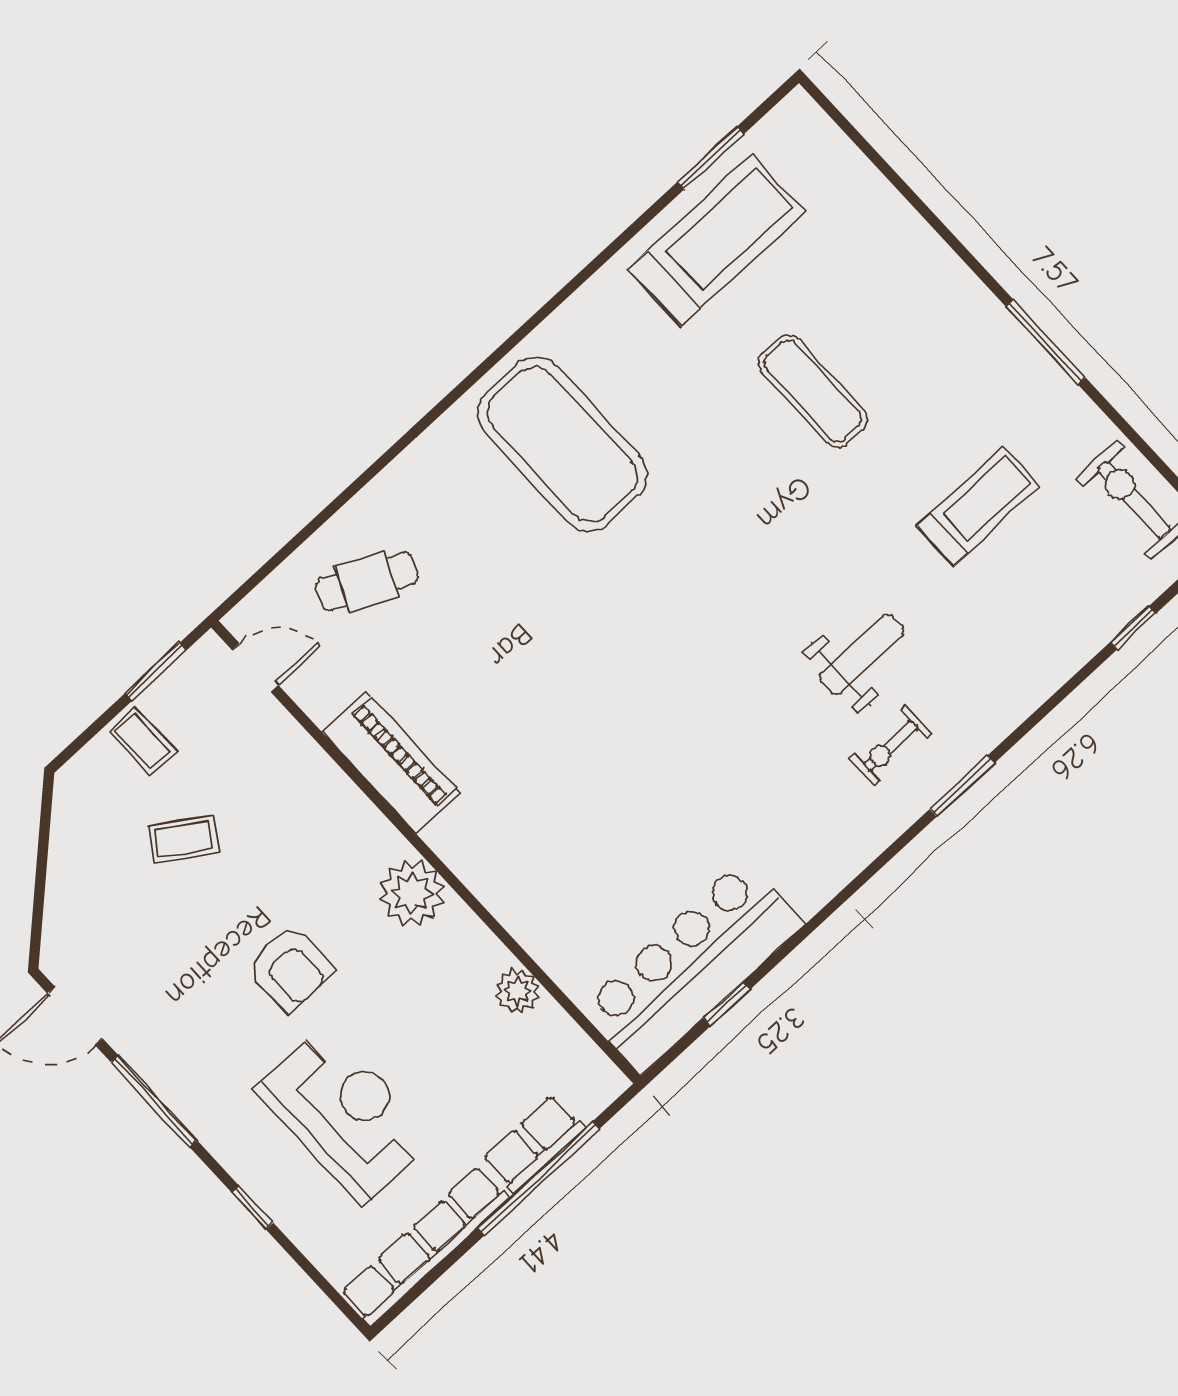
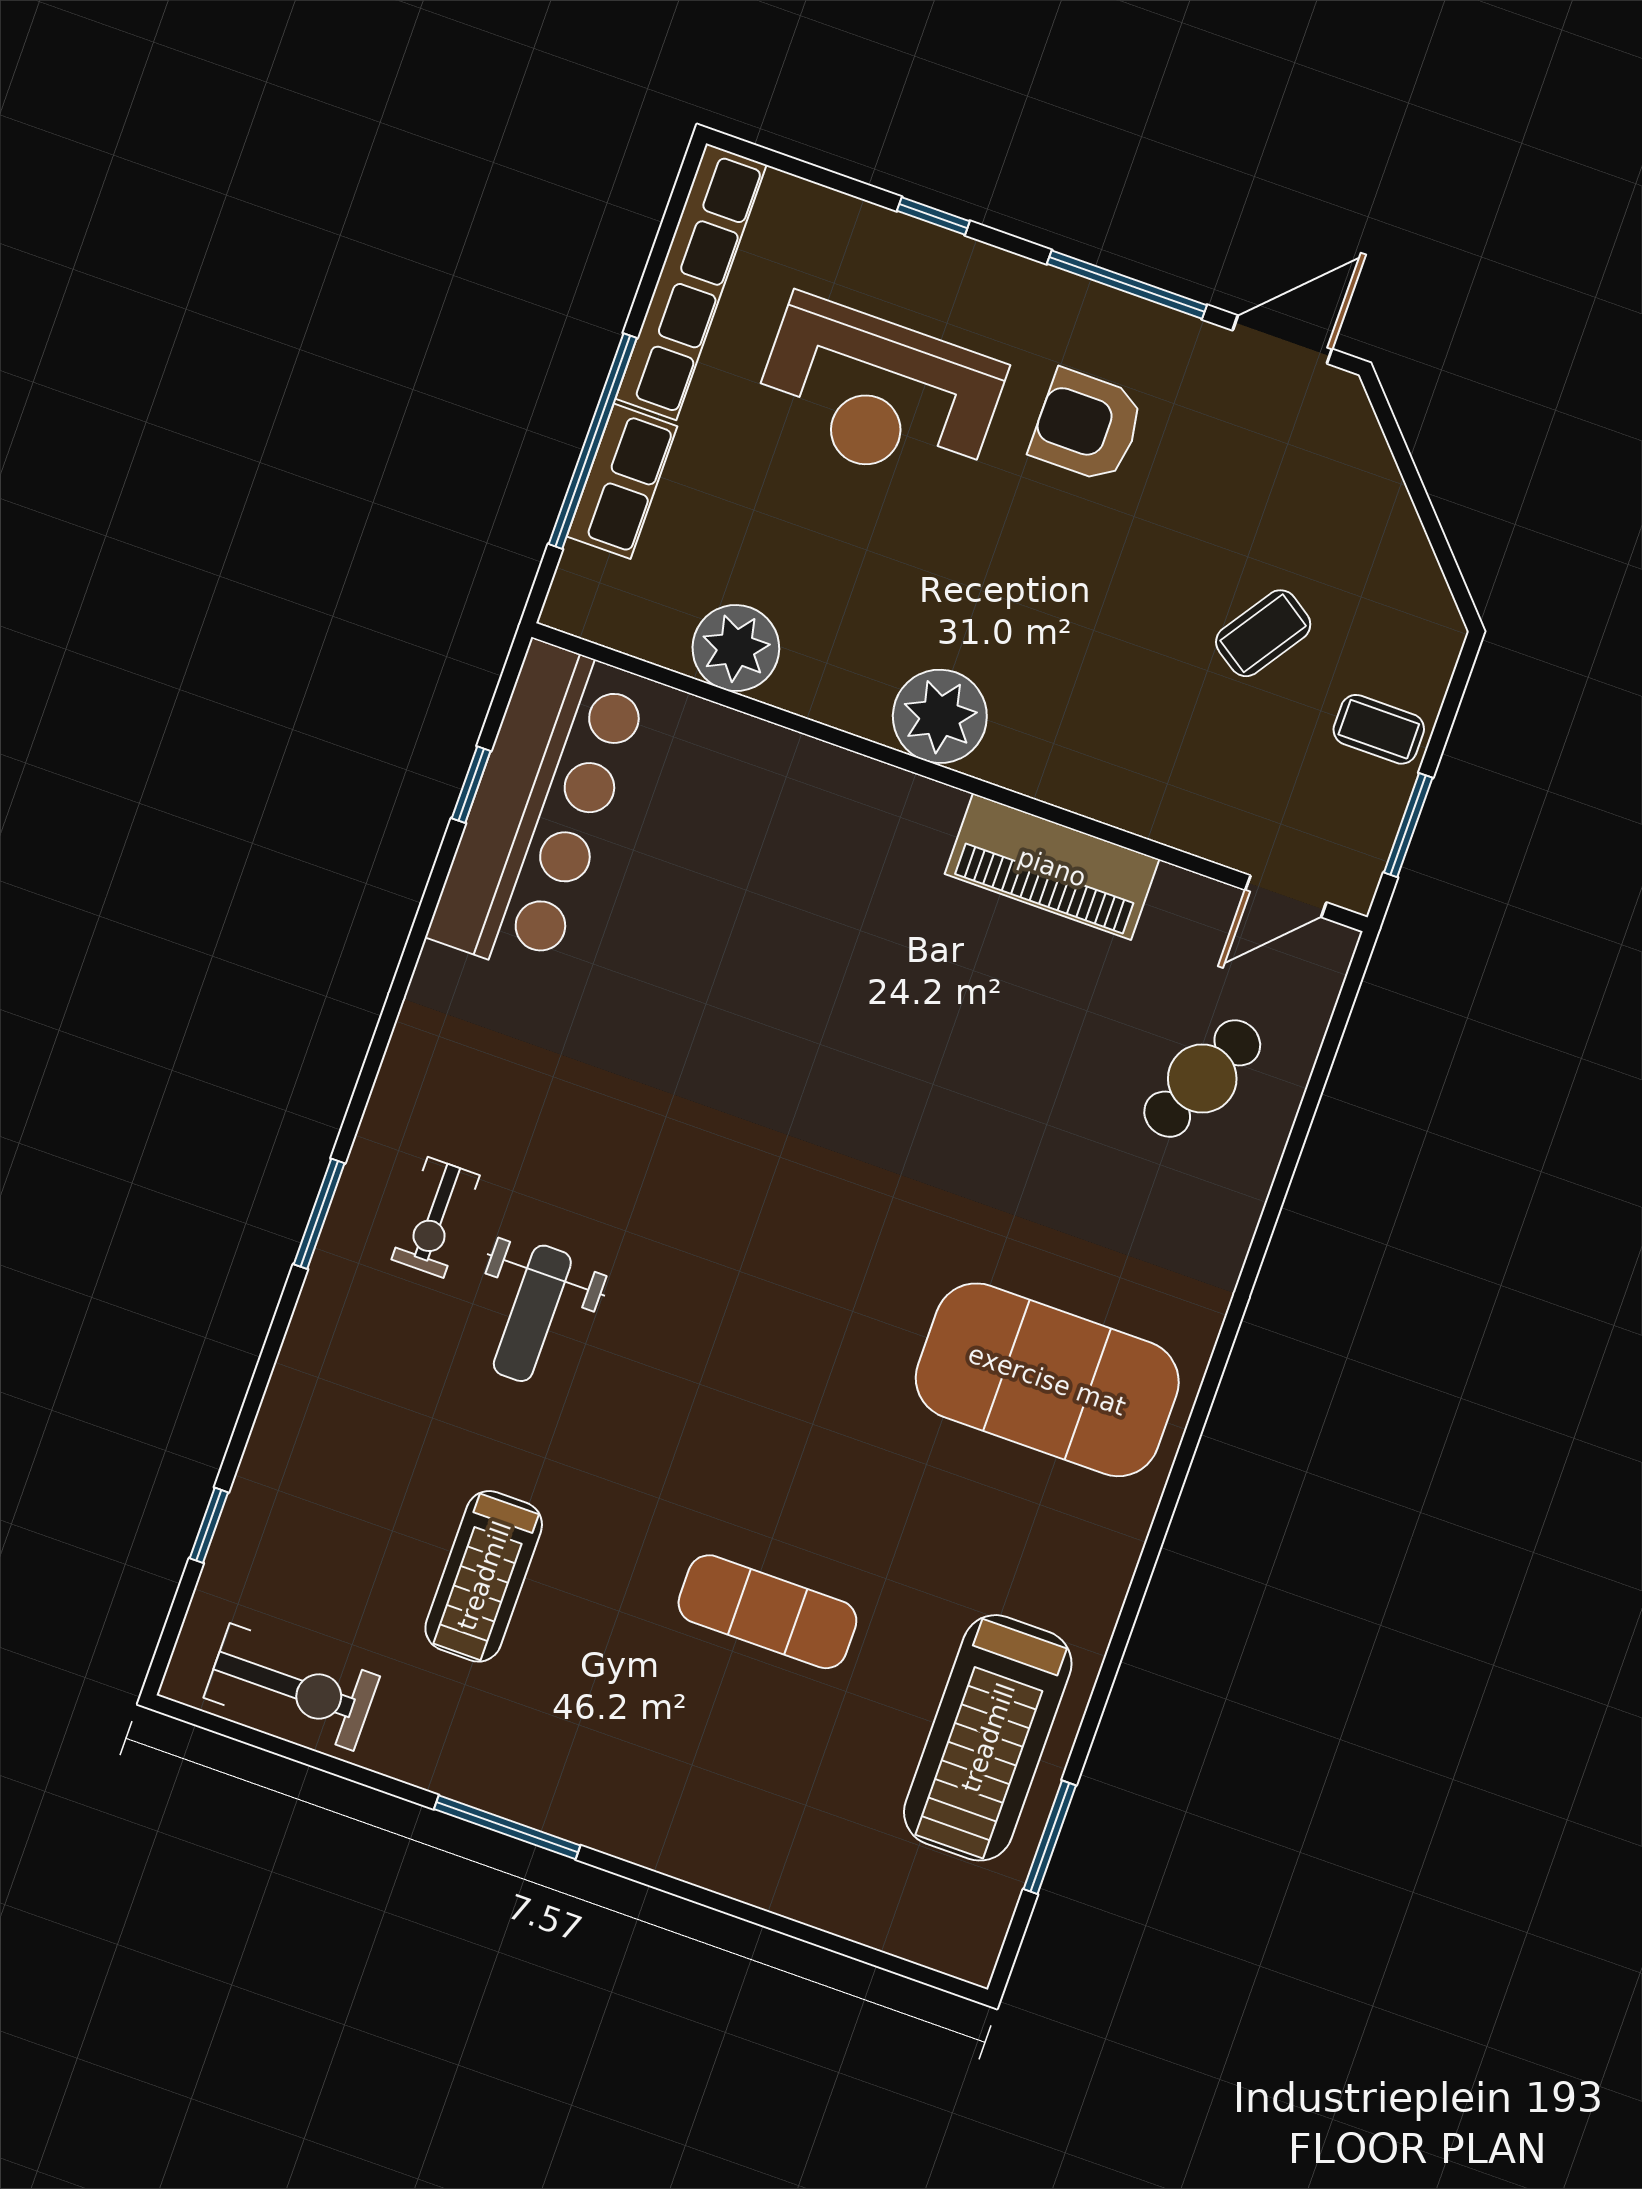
exercise bike: (891, 746) -> (436, 1217), turned 180
armchair: (290, 968) -> (1087, 426), moved
plant: (517, 991) -> (736, 648), width x1.36, depth x1.36

